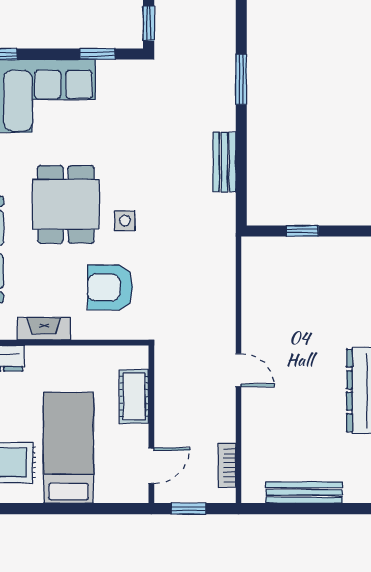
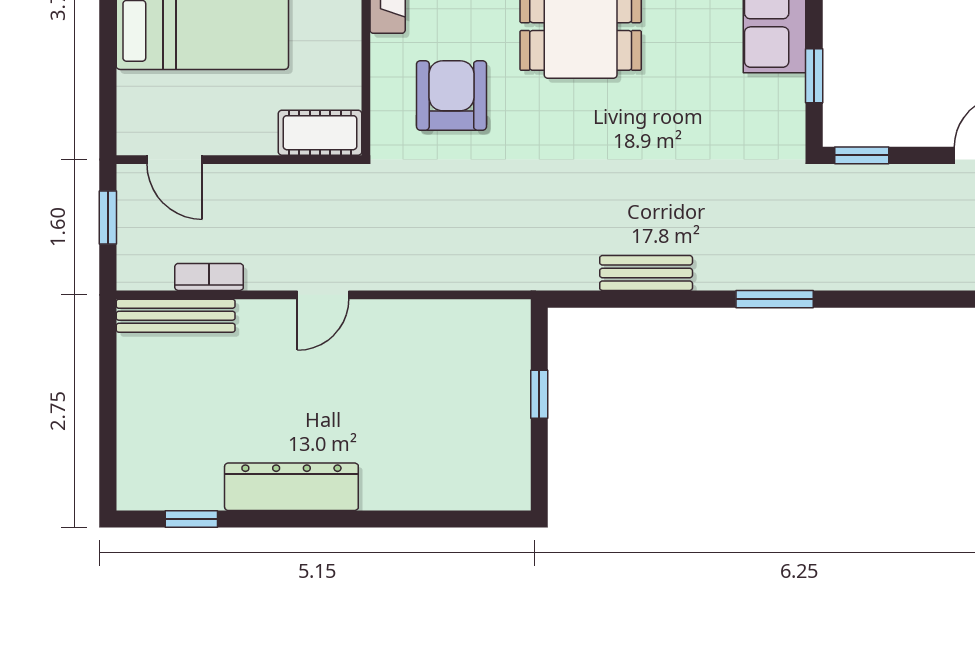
side table: (125, 221) -> (555, 118), removed
cot: (134, 396) -> (320, 133), moved
bookcase: (227, 465) -> (209, 277), moved
bench: (304, 493) -> (176, 316), moved, turned 90

